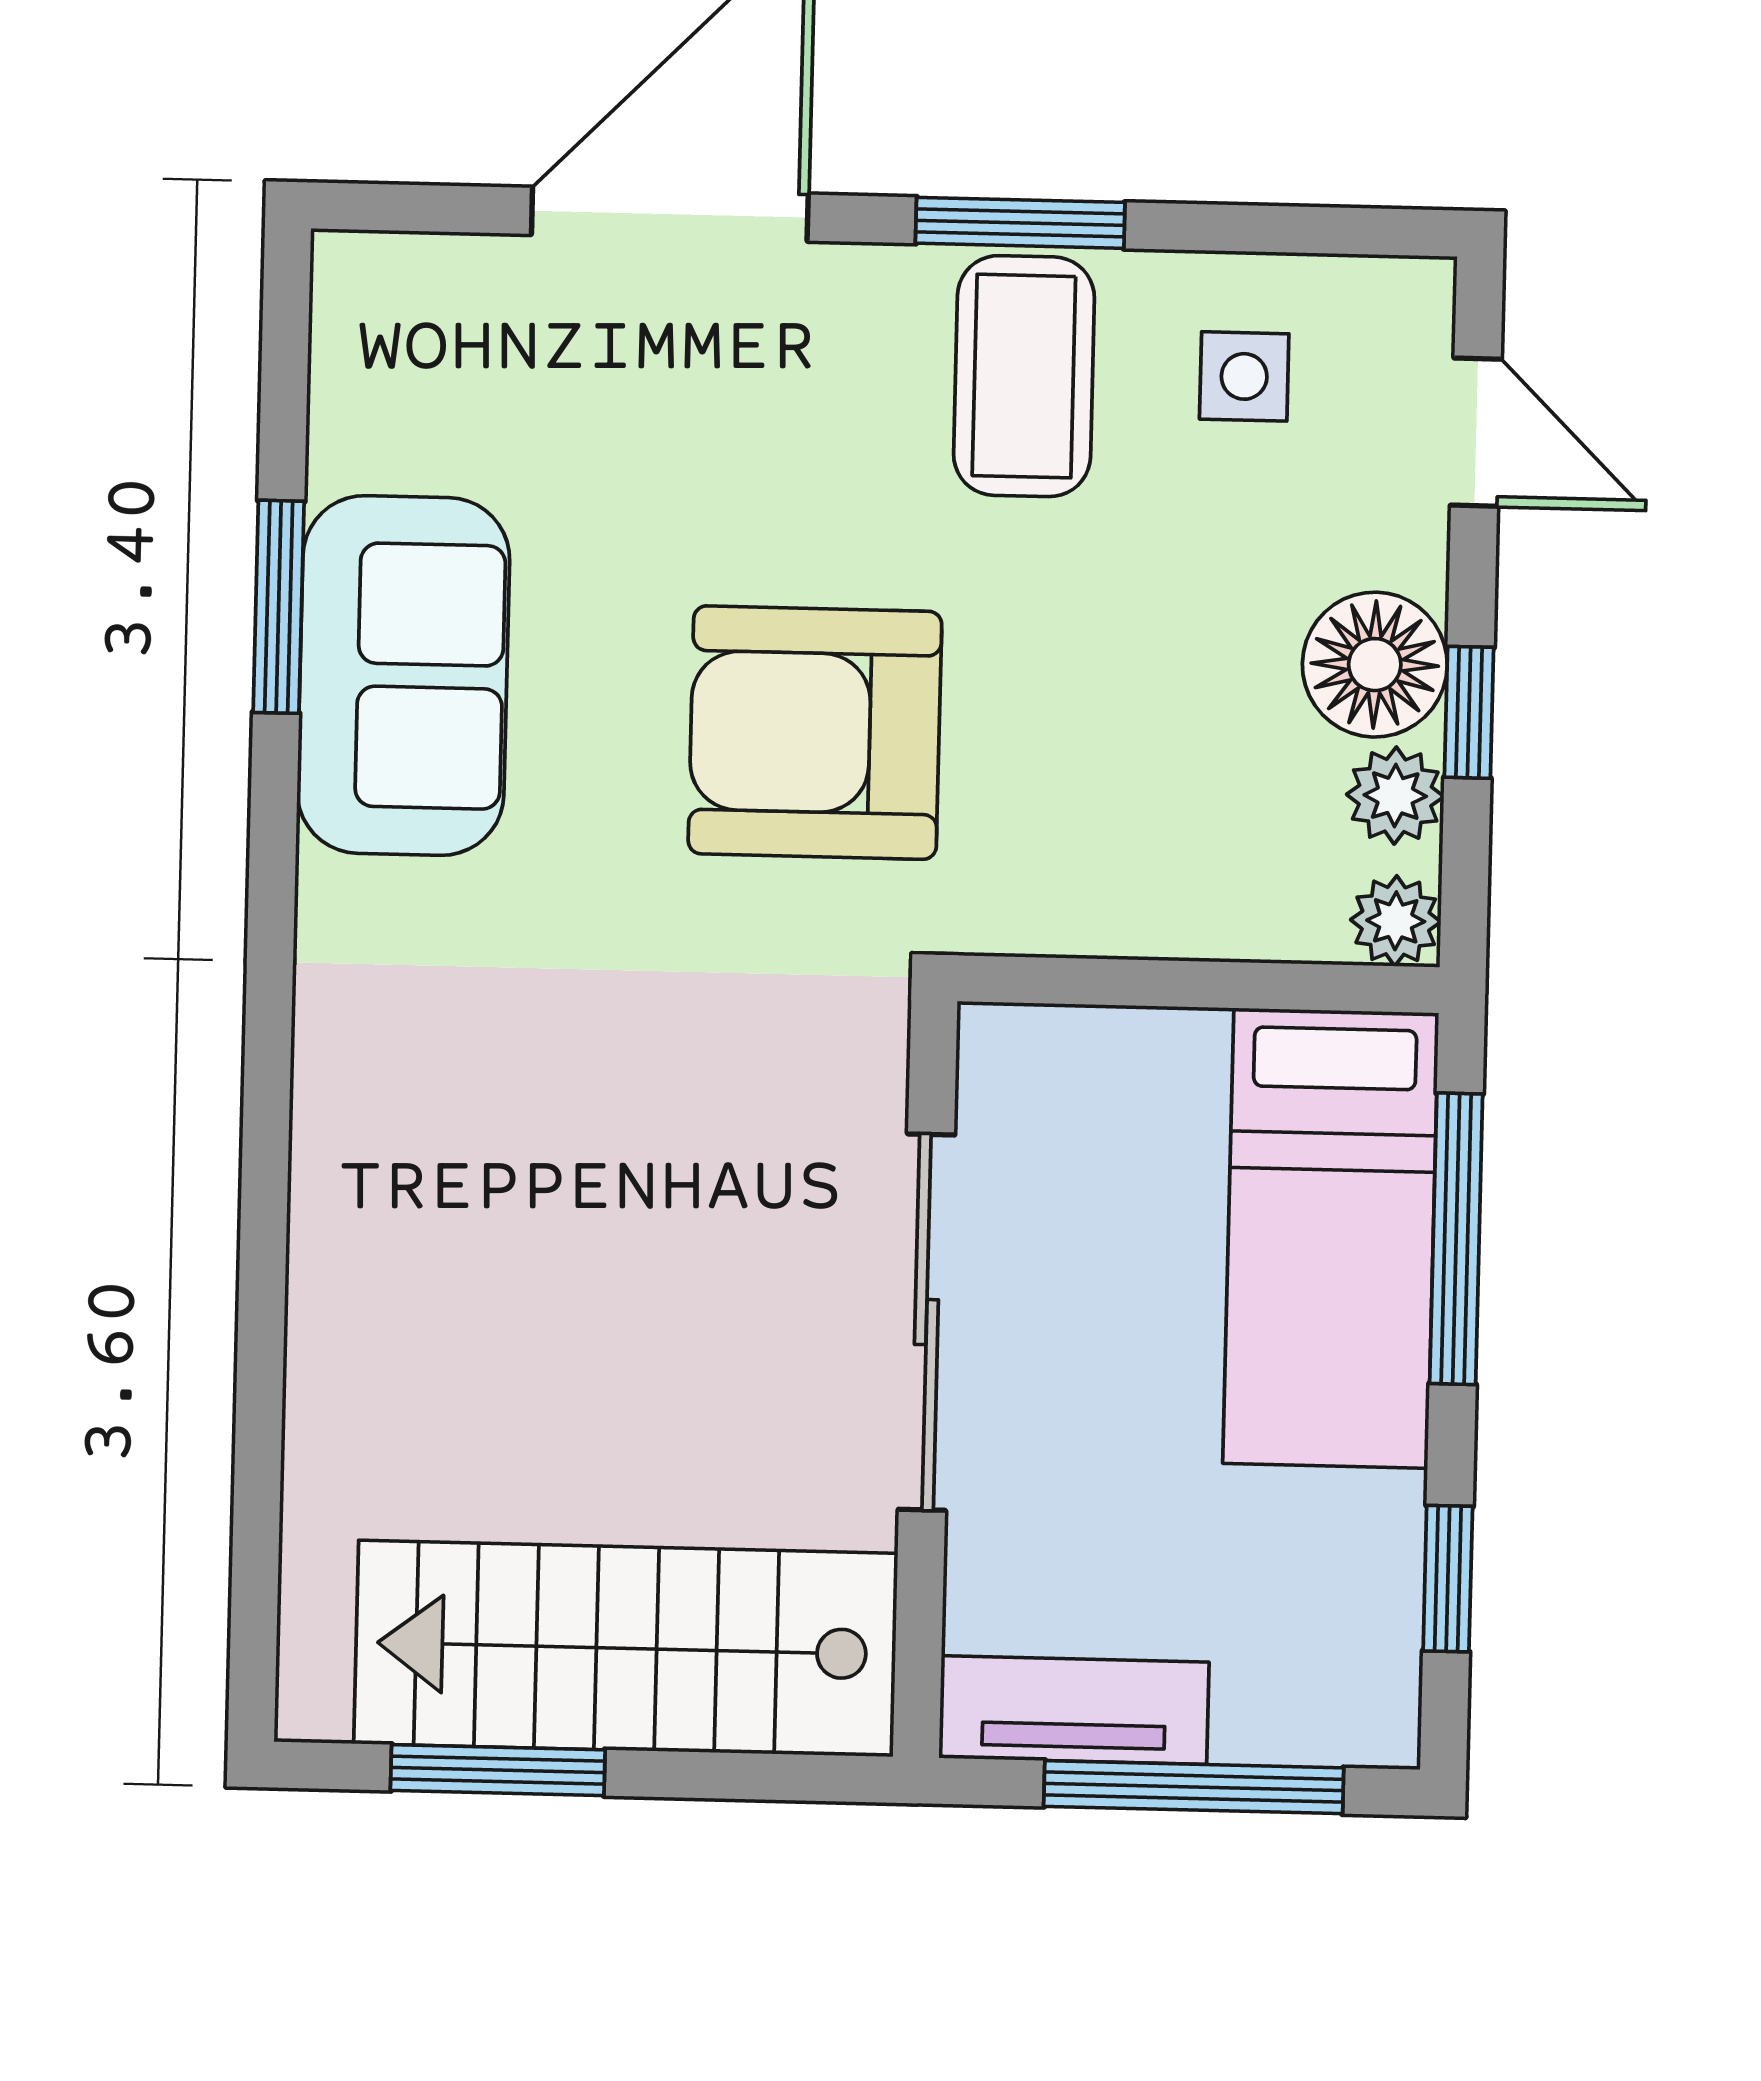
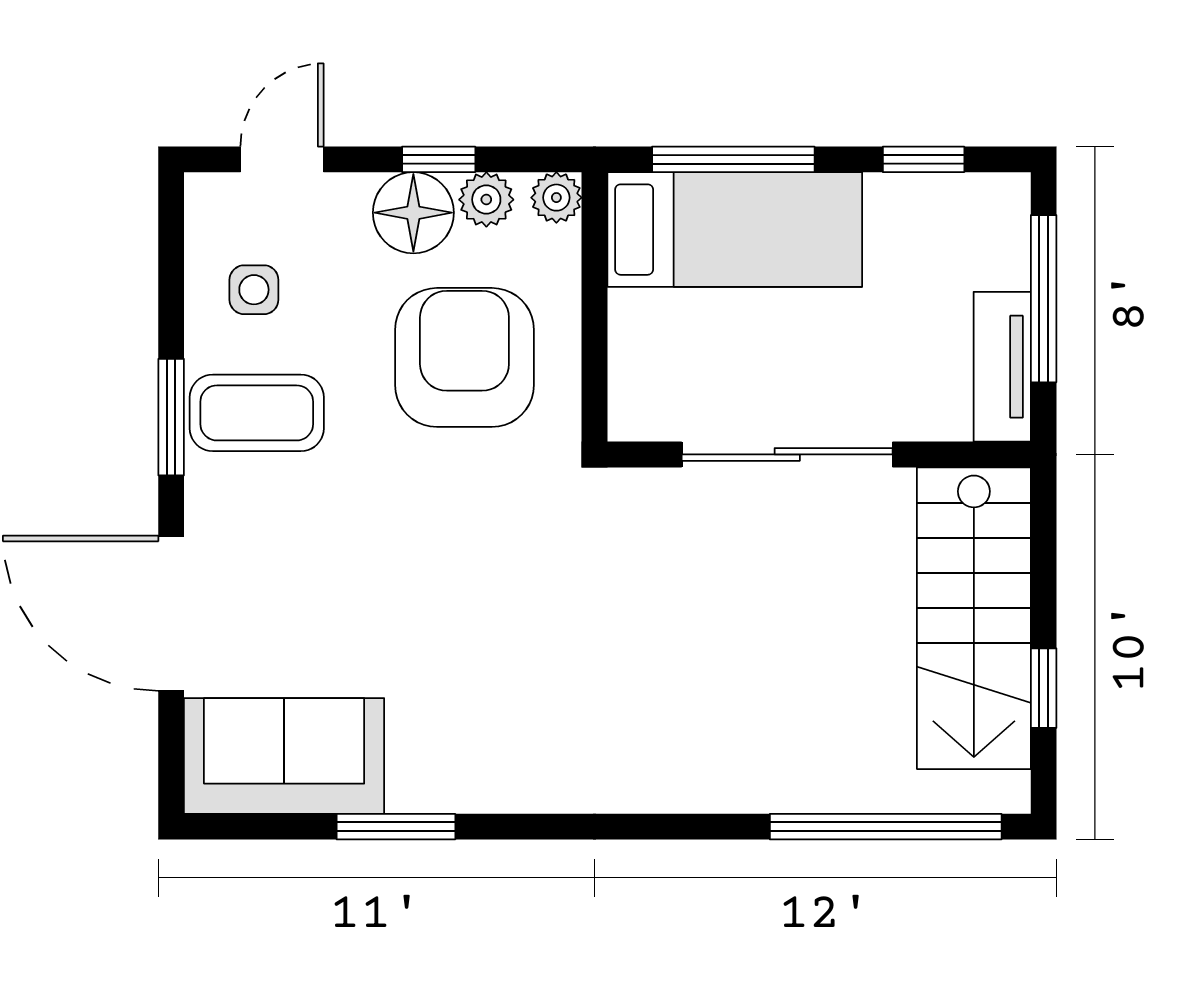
sofa: (403, 675) -> (284, 756), moved
armchair: (815, 733) -> (464, 357), moved, turned 180
window: (257, 1482) -> (886, 827), added
window: (498, 1770) -> (1044, 688), width x0.67

